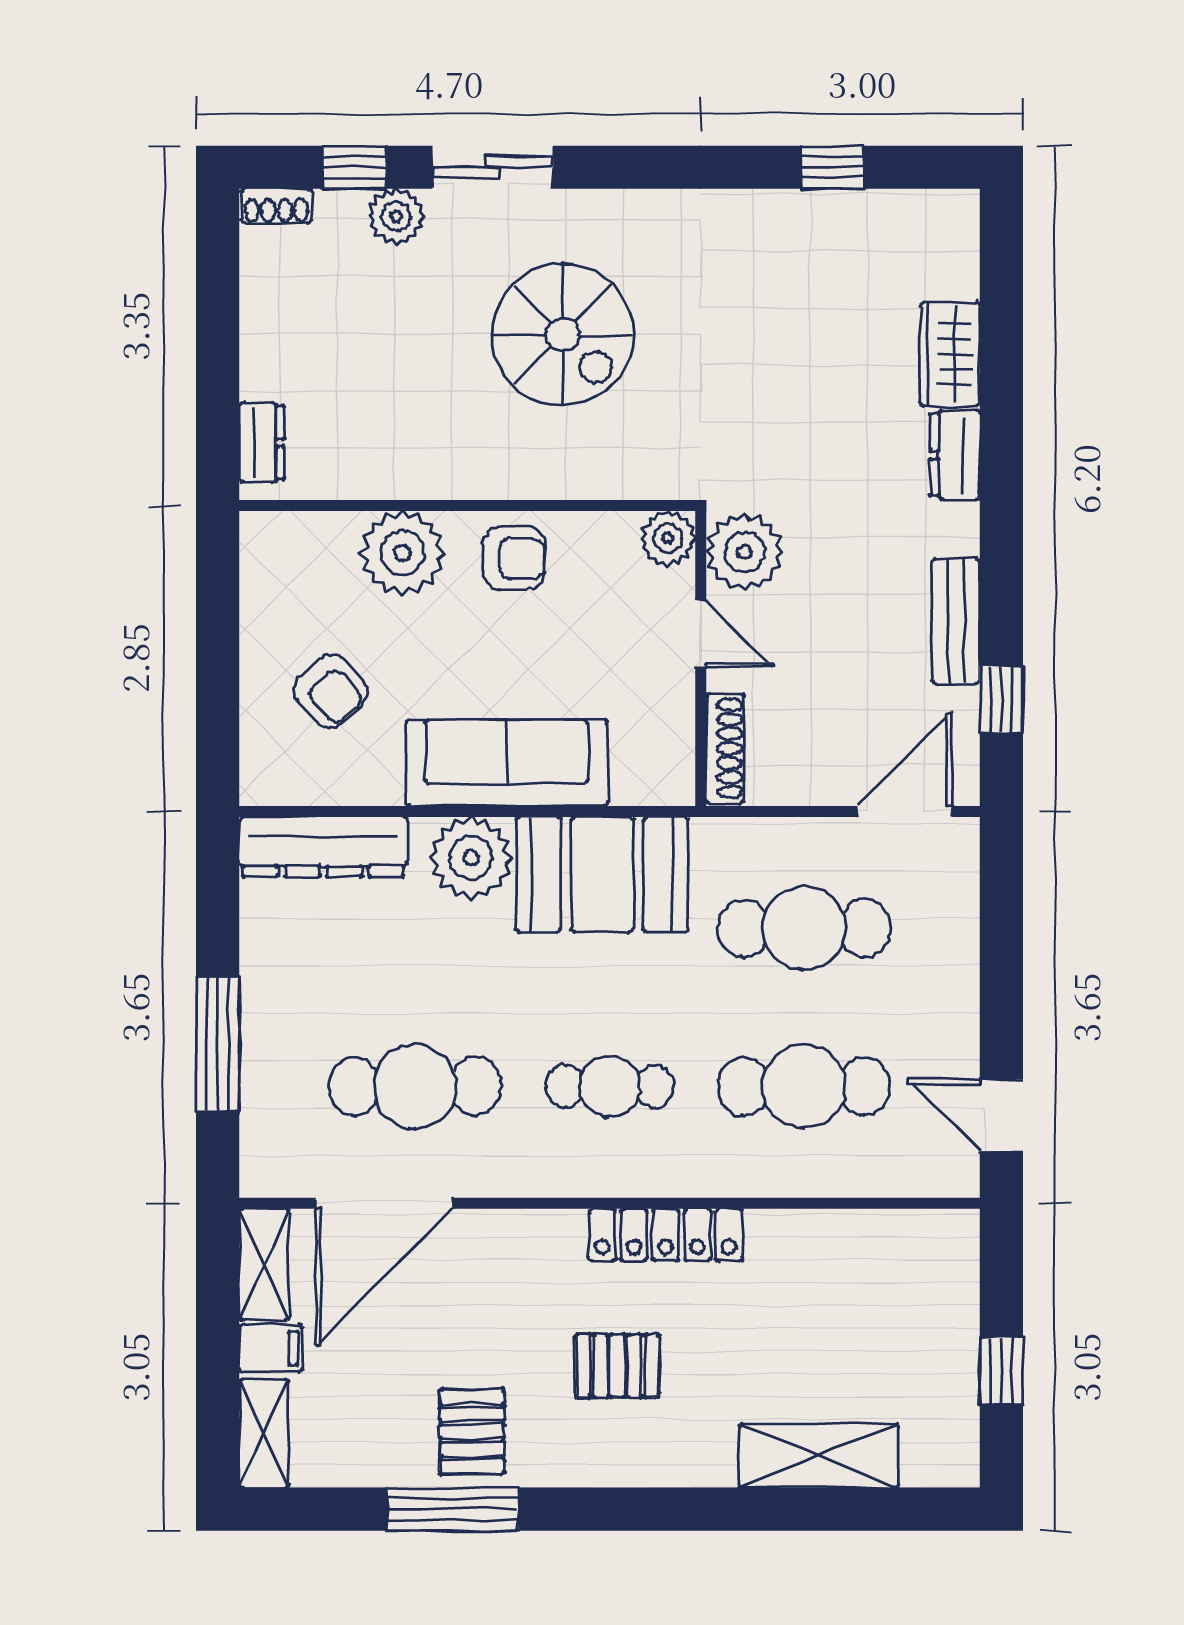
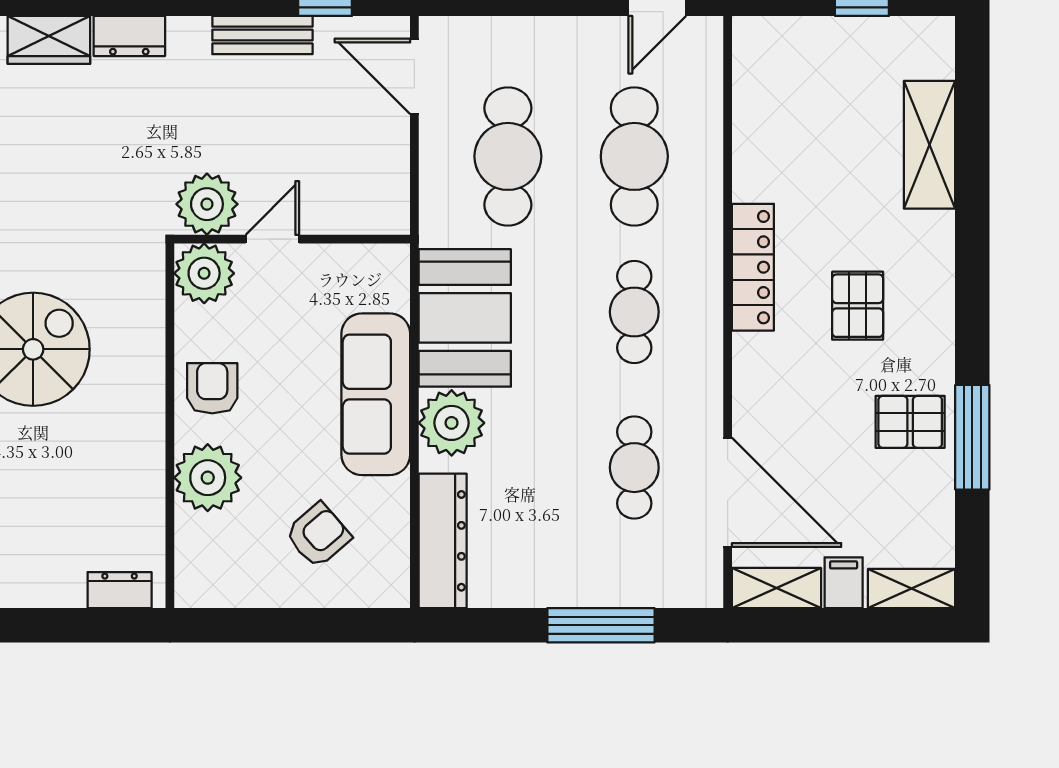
plant: (668, 538) -> (204, 273), width x1.36, depth x1.36
shoe rack: (725, 748) -> (364, 220), removed
cafe table: (415, 1086) -> (634, 468), width x0.73, depth x0.74

